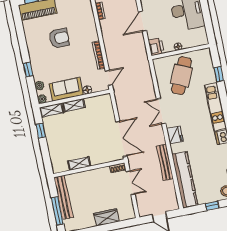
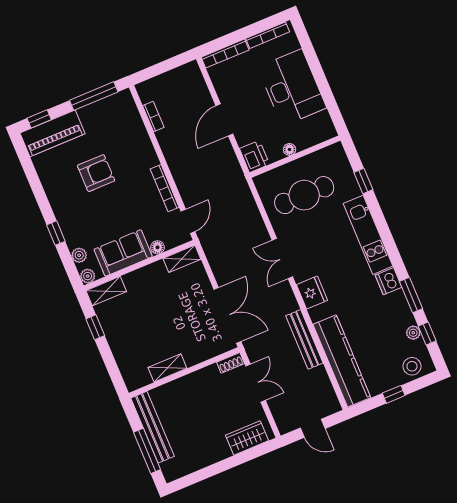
cafe table: (182, 76) -> (304, 195), turned 65
shelving: (74, 105) -> (182, 259), moved
wardrobe: (106, 217) -> (247, 438), moved

